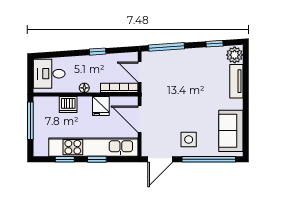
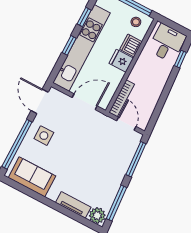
window: (214, 44) -> (117, 203), width x2.17
window: (98, 52) -> (180, 59), moved
door: (140, 72) -> (126, 124), hinge flipped
floor lamp: (84, 88) -> (138, 67), removed
fridge: (101, 106) -> (121, 61), moved
stool: (45, 111) -> (136, 22), added

